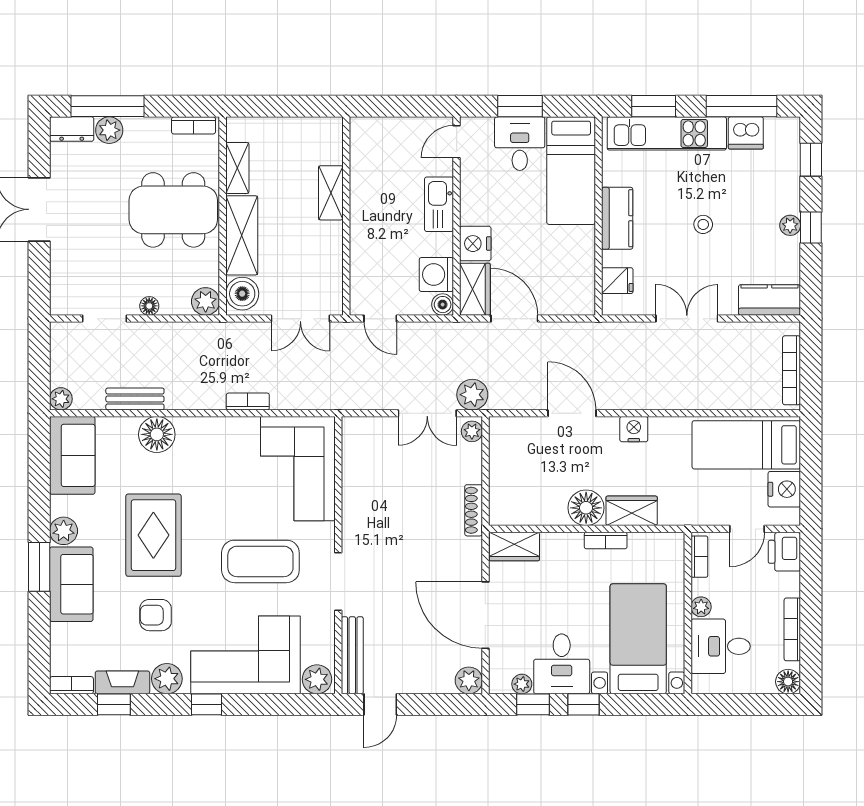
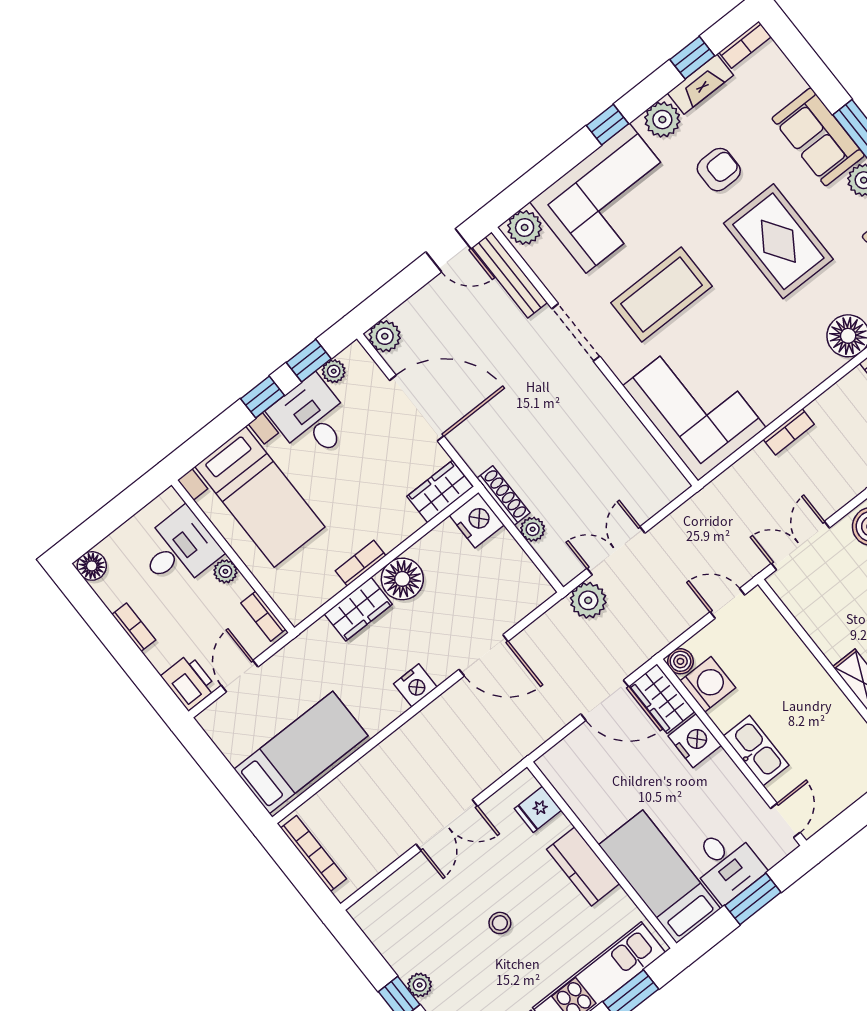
kitchen counter: (769, 300) -> (385, 902), removed
plant: (472, 431) -> (533, 529), moved
nightstand: (784, 489) -> (477, 520), moved, turned 180
bookcase: (792, 629) -> (134, 627), width x0.64
door: (380, 704) -> (448, 250), swing flipped

